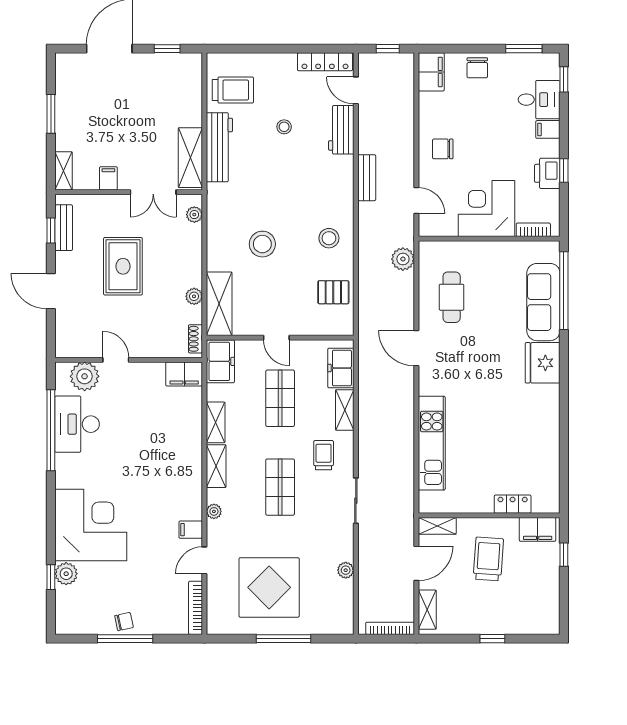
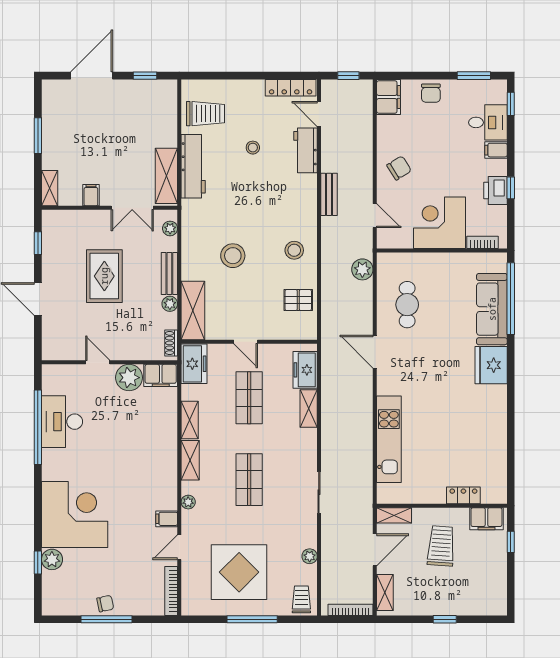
chair: (443, 149) -> (399, 168), turned 148
bench: (64, 228) -> (169, 273), moved
plant: (85, 376) -> (129, 378), moved
trolley: (324, 455) -> (301, 599), moved

